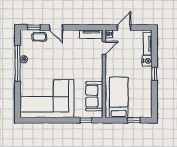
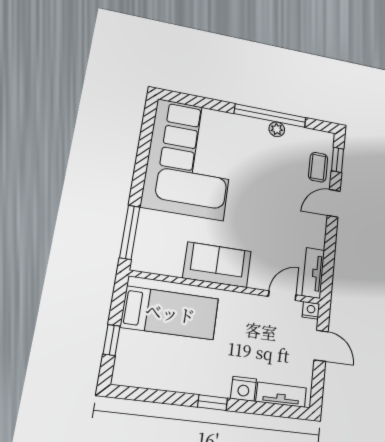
door: (104, 48) -> (282, 296), swing flipped
sofa: (94, 96) -> (217, 265), moved
window: (86, 120) -> (130, 232), width x2.17

